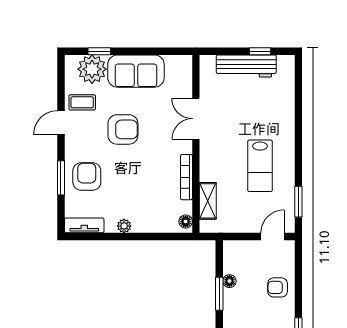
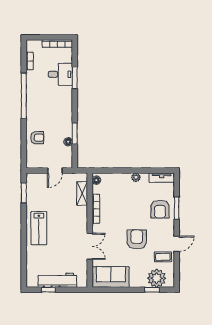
sofa: (136, 71) -> (111, 277), moved
armchair: (123, 129) -> (137, 239), turned 90
lab bench: (260, 166) -> (39, 228), moved, turned 180
door: (273, 236) -> (55, 171), moved

